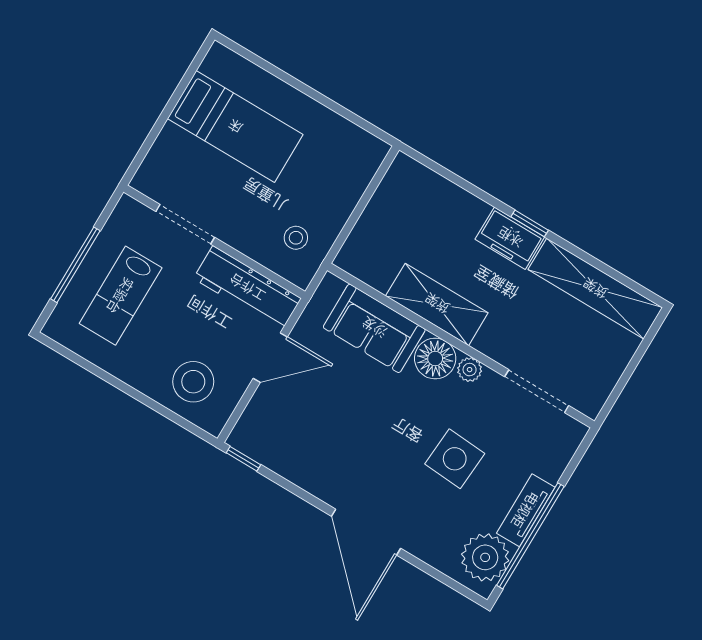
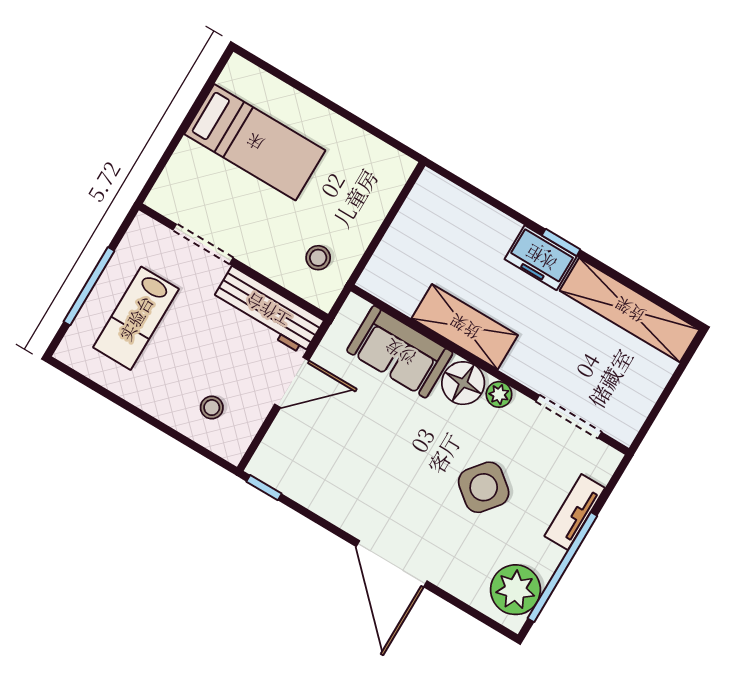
stool: (193, 382) -> (212, 408), width x0.53, depth x0.53
side table: (455, 459) -> (484, 487), turned 35
tv unit: (526, 510) -> (575, 512), moved

